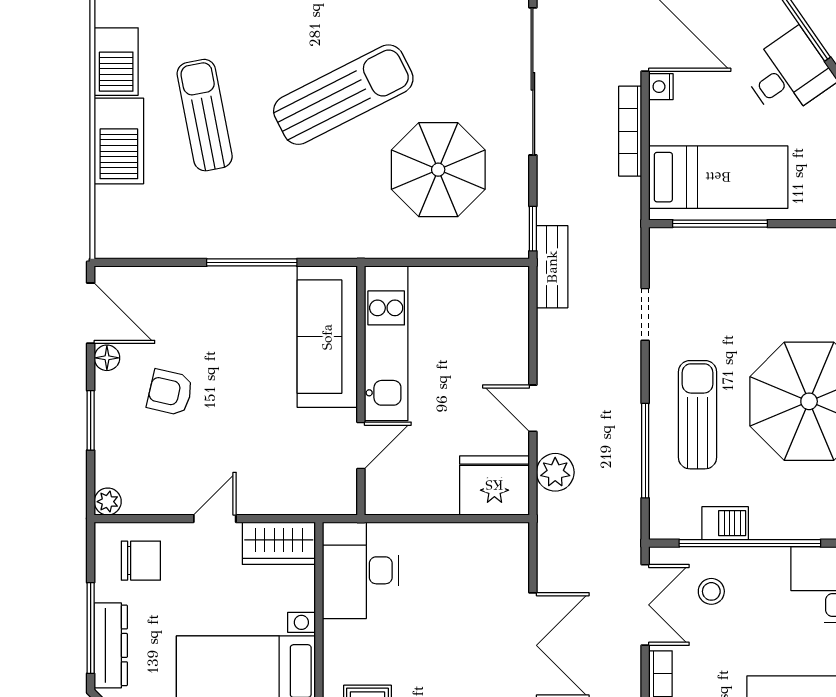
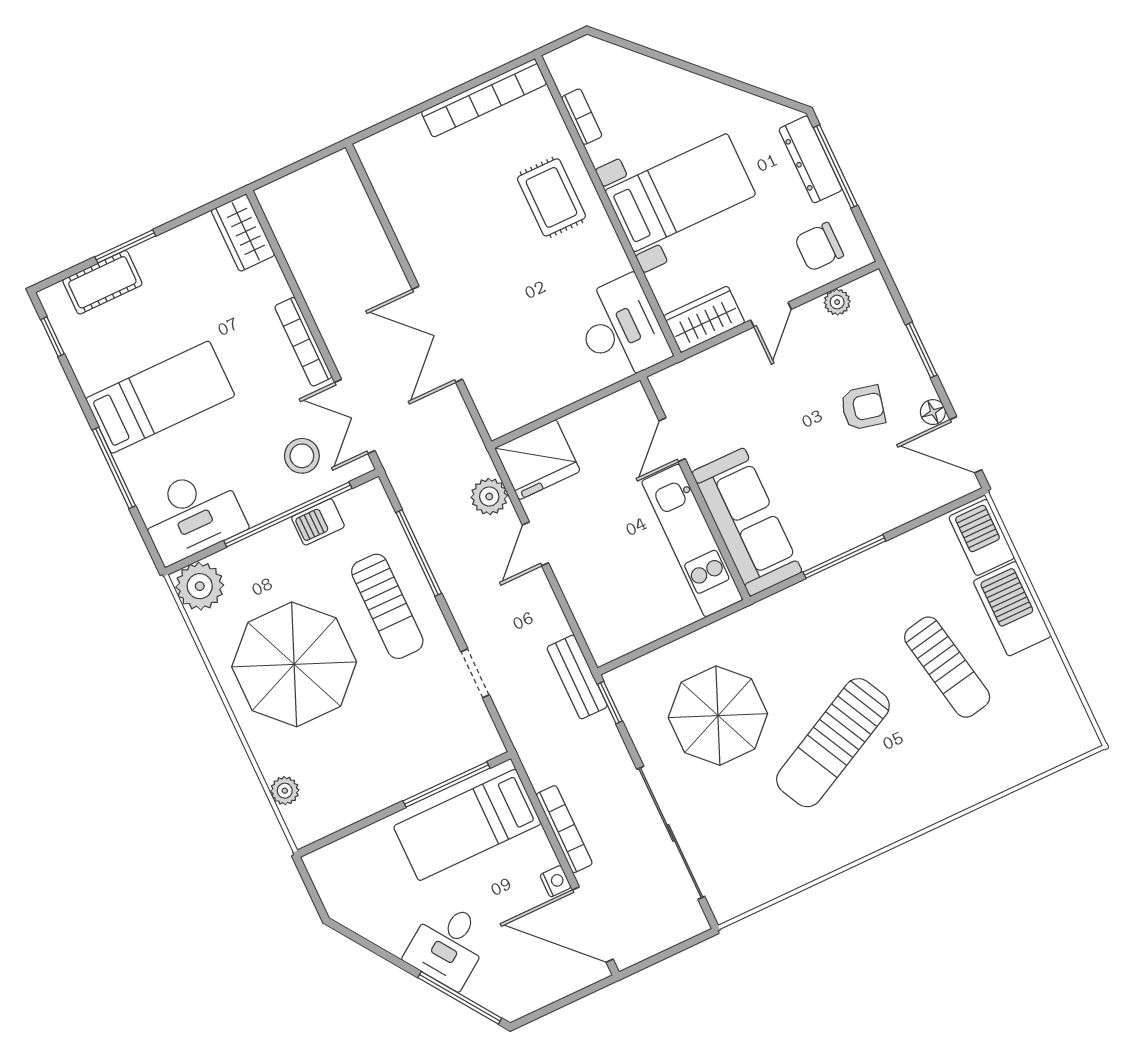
barbecue: (116, 62) -> (982, 537), moved
door: (533, 408) -> (535, 544), swing flipped
plant: (108, 502) -> (837, 302), moved
stool: (711, 591) -> (302, 456), width x1.37, depth x1.37

